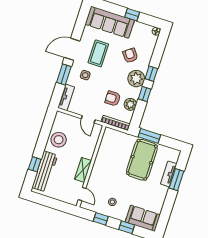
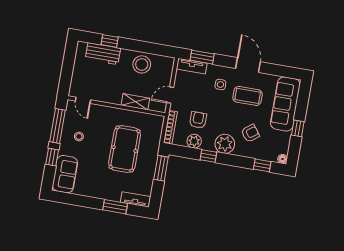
window: (64, 74) -> (202, 57), moved
window: (151, 74) -> (262, 165), moved
pool table: (142, 160) -> (125, 149), moved, turned 90
shelving: (83, 170) -> (135, 102), moved
workbench: (45, 171) -> (103, 54), width x0.73
tv unit: (169, 174) -> (135, 199), moved
door: (82, 194) -> (83, 100), hinge flipped
window: (101, 219) -> (57, 126), width x2.17

